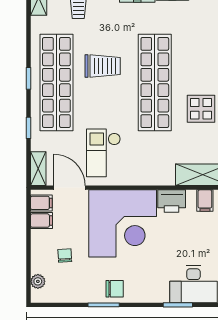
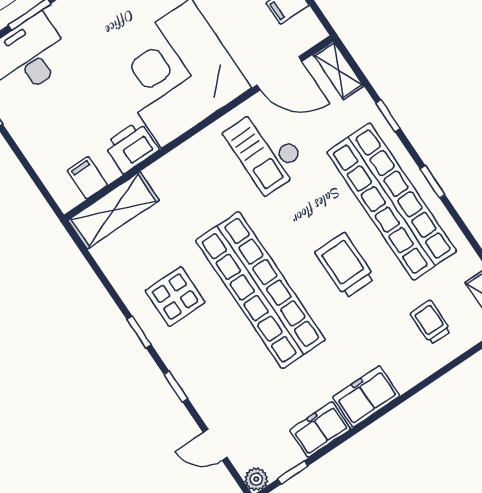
trolley: (103, 66) -> (345, 265), turned 90
checkout: (103, 153) -> (266, 150), turned 180
filing cabinet: (41, 203) -> (303, 27), removed

